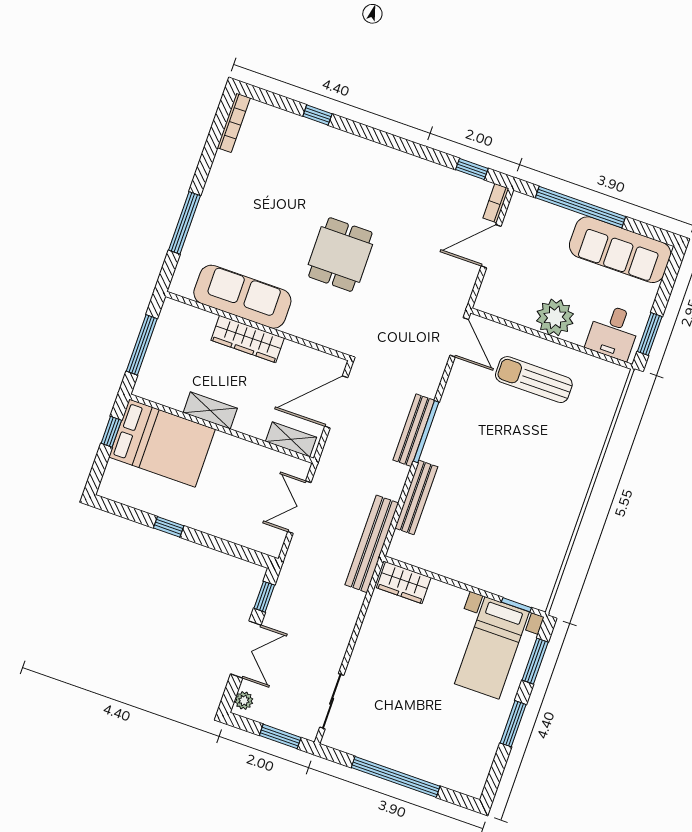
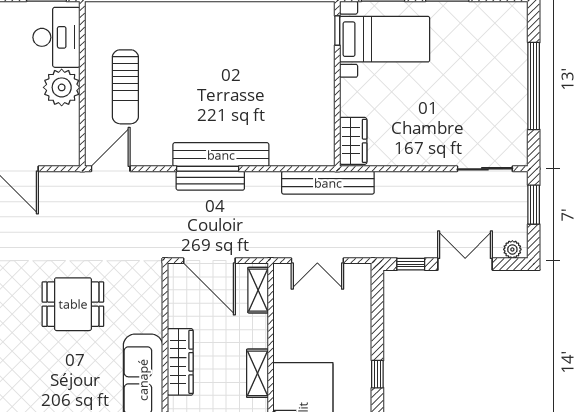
desk: (613, 332) -> (56, 37), width x1.37
bench: (416, 497) -> (221, 155), moved, width x1.37, depth x1.21

